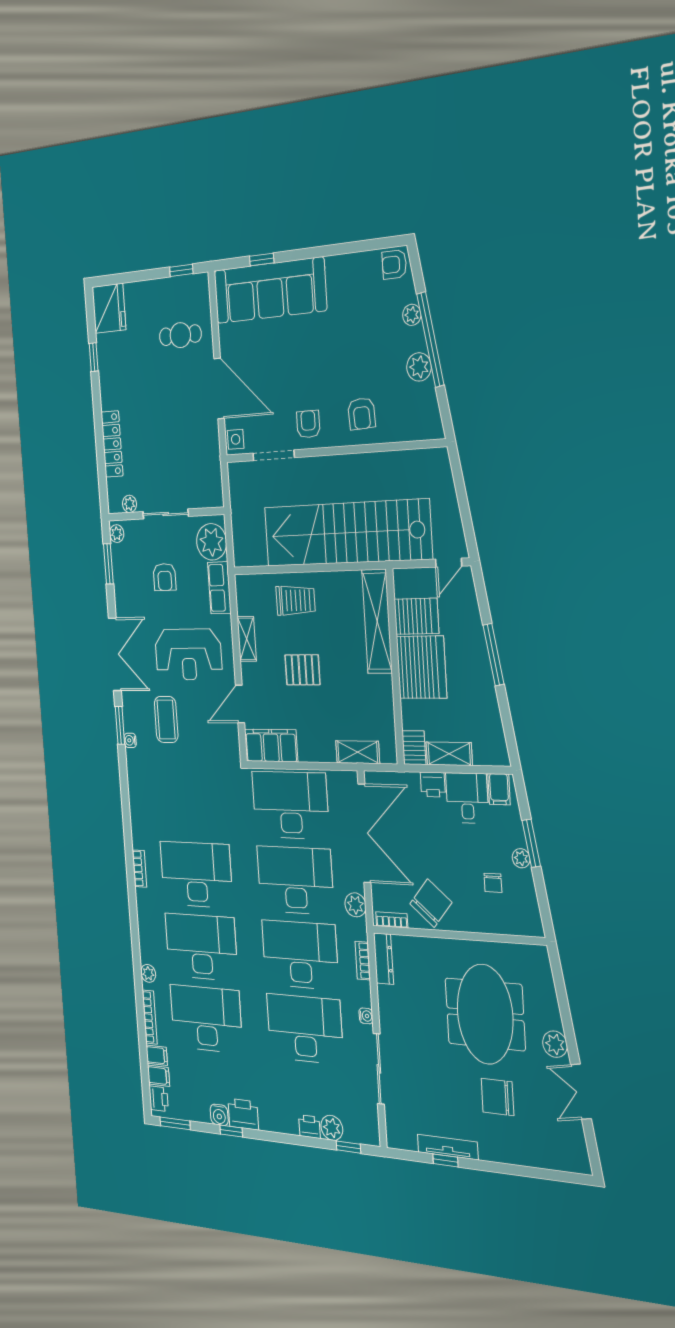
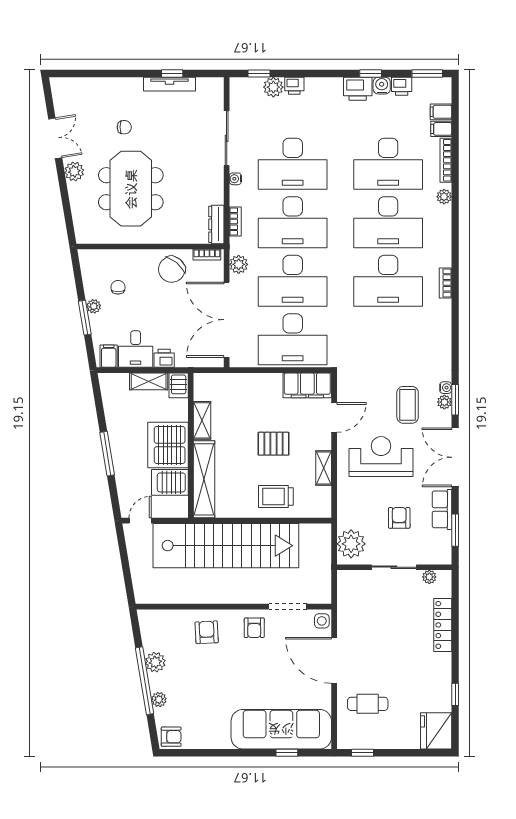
plant: (117, 534) -> (444, 402), moved
row of seats: (219, 588) -> (442, 509), moved, turned 180
shelving: (358, 752) -> (202, 420), moved, turned 90
chair: (498, 1097) -> (124, 127), width x0.54, depth x0.54
printer: (159, 1099) -> (402, 86), moved, turned -90

